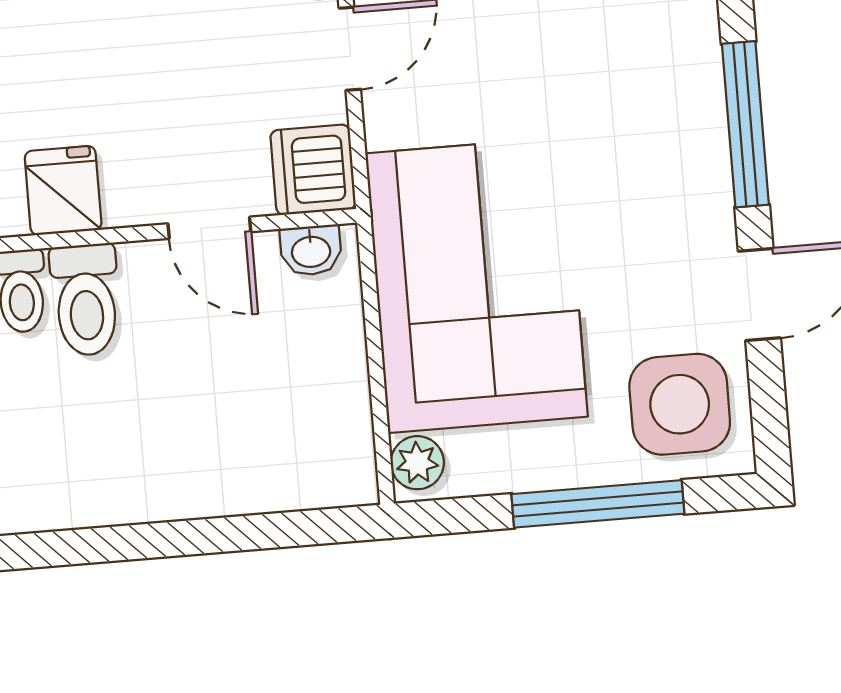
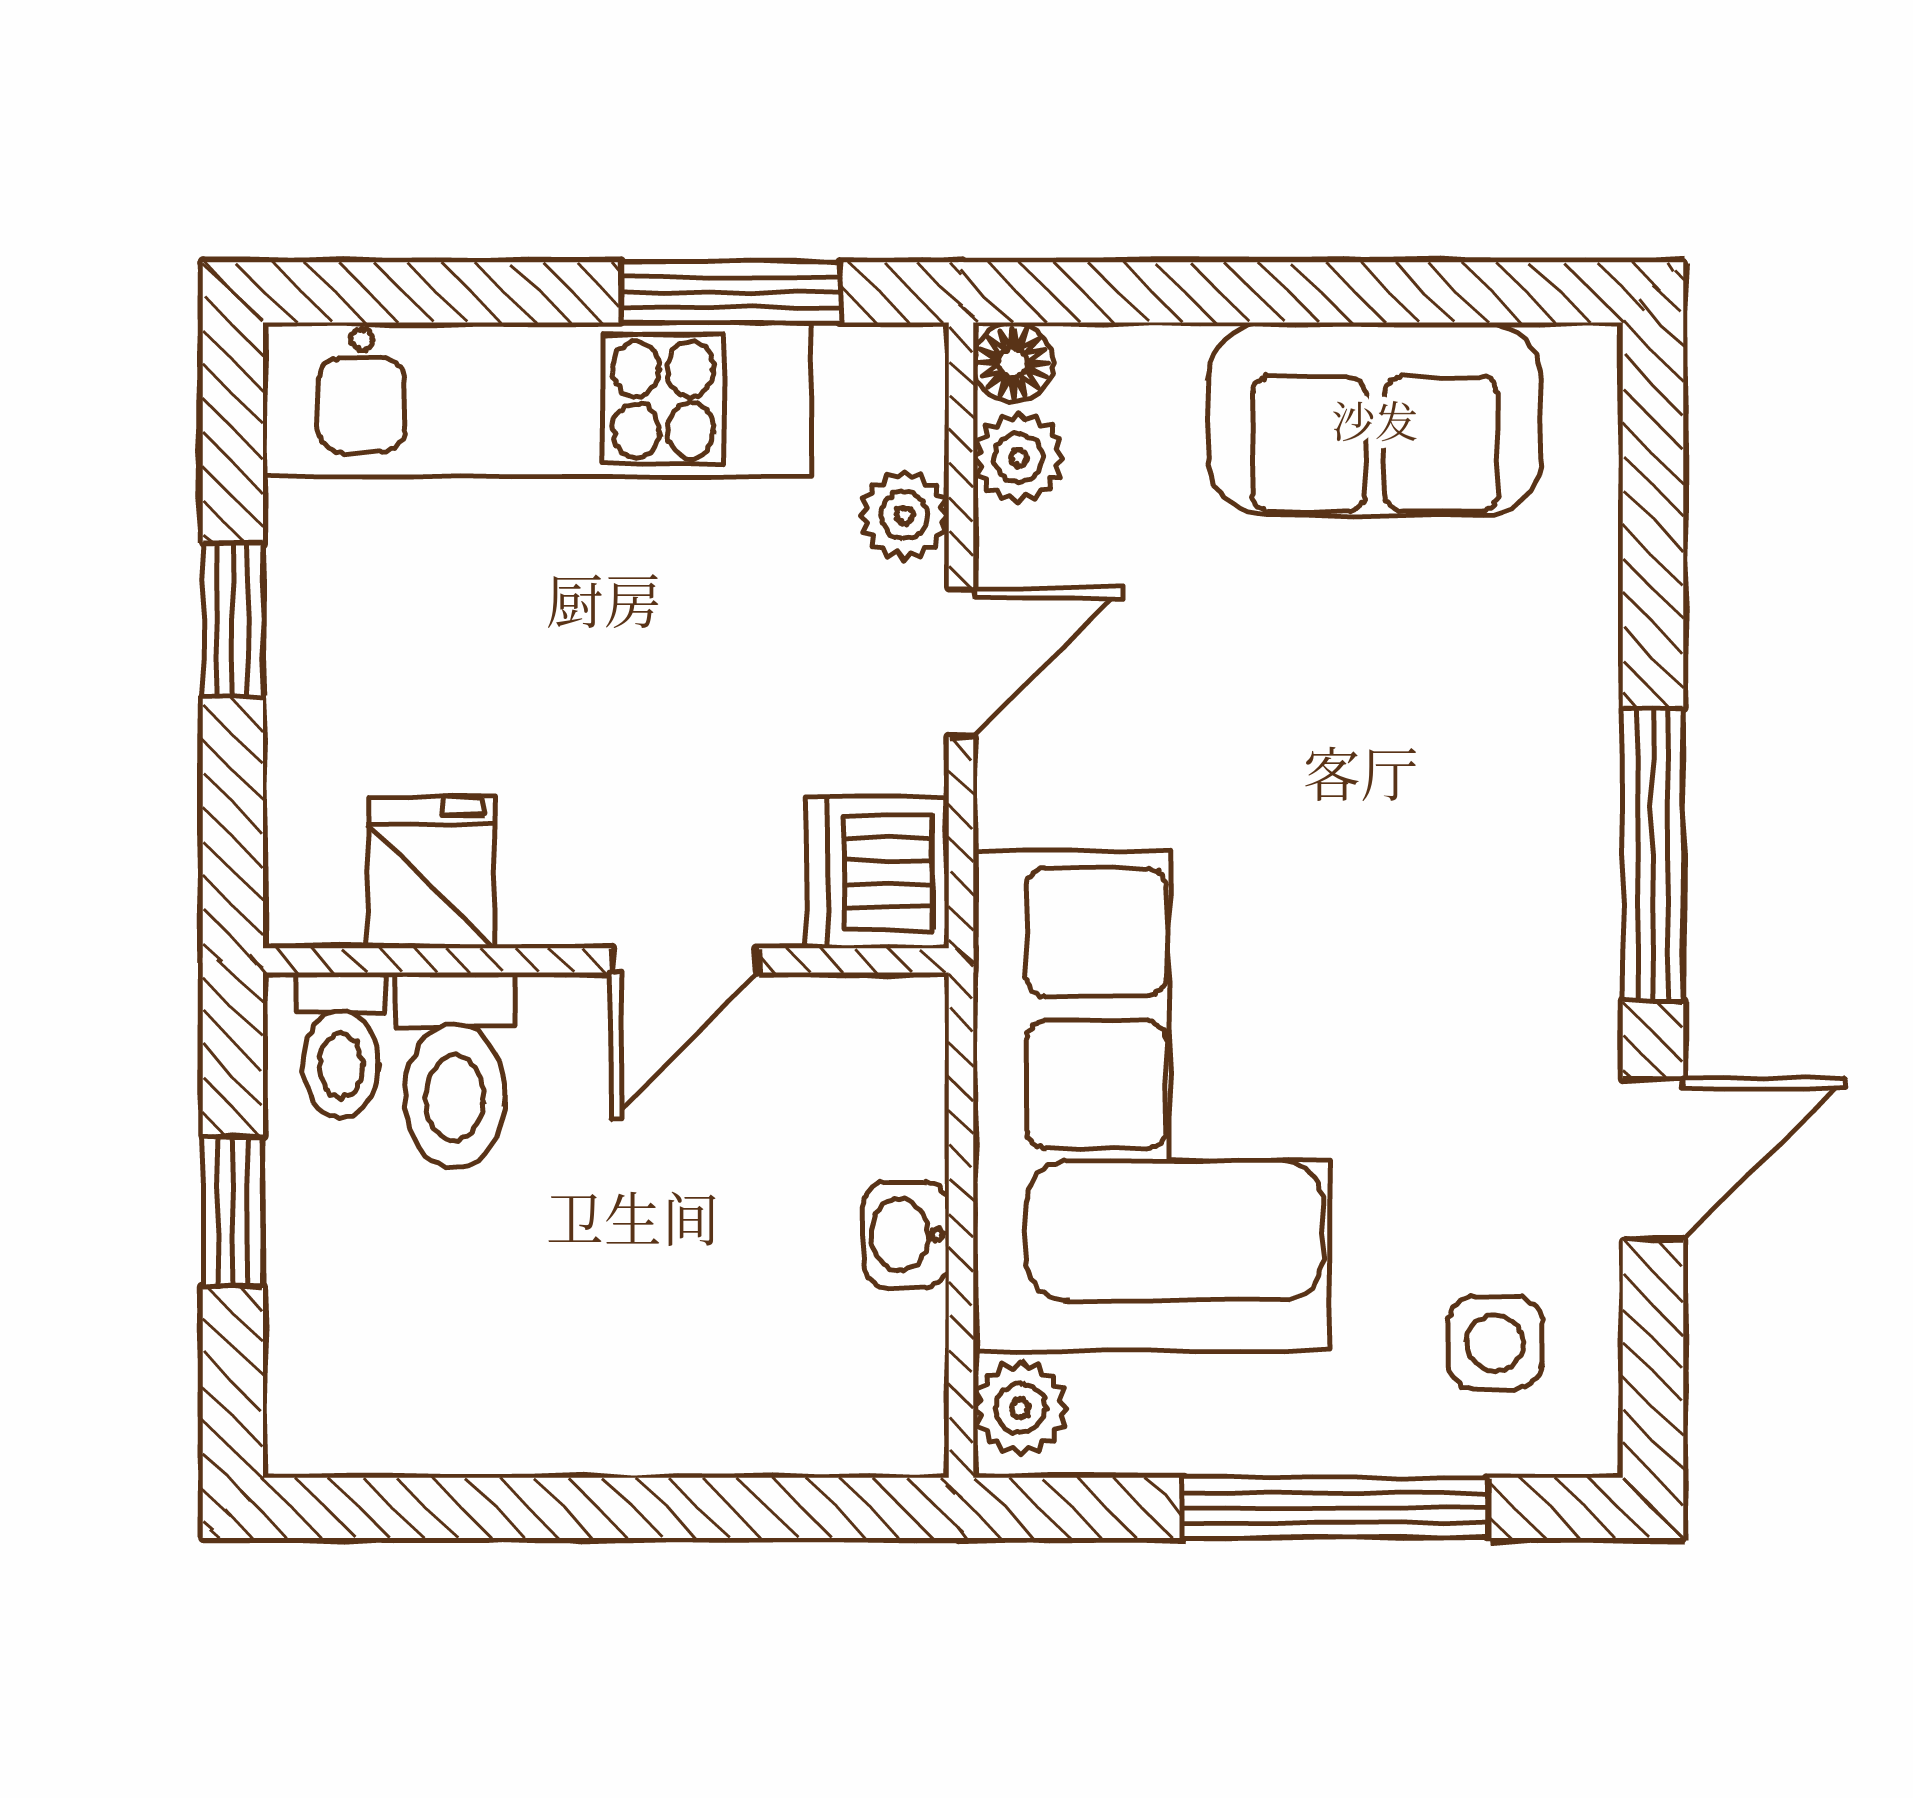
door: (209, 228) -> (685, 960), hinge flipped
washbasin: (311, 250) -> (906, 1235), moved, turned 90
side table: (680, 404) -> (1495, 1343), width x0.54, depth x0.54

